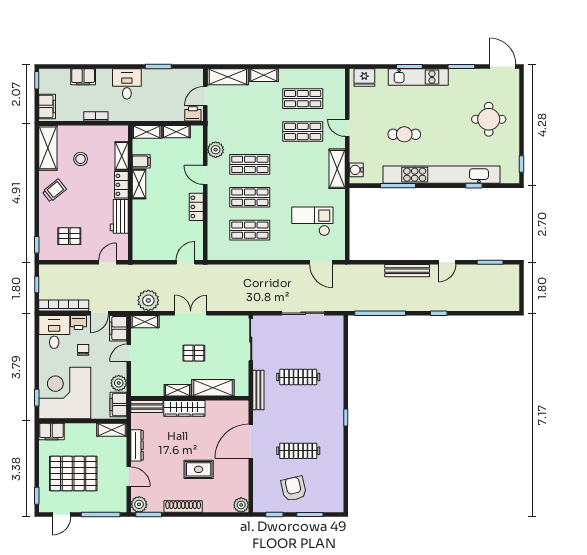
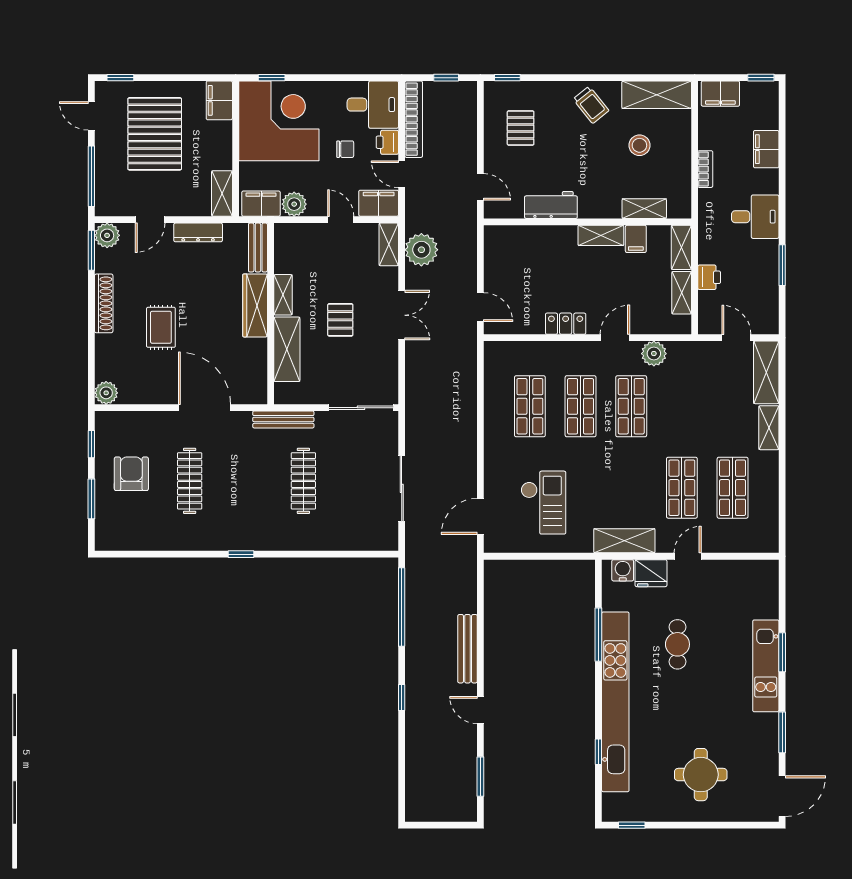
fridge: (364, 77) -> (651, 573), moved, turned -90
printer: (193, 114) -> (709, 277), moved
locker: (121, 185) -> (600, 208), removed
armchair: (294, 489) -> (131, 474), turned -77

